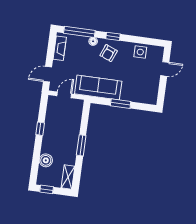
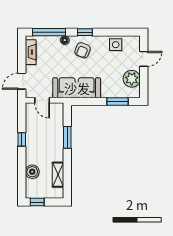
plant: (151, 86) -> (132, 79), added
door: (64, 95) -> (42, 100), swing flipped
window: (121, 104) -> (118, 102), moved
window: (81, 145) -> (67, 137), moved
shelving: (68, 177) -> (58, 175), moved

